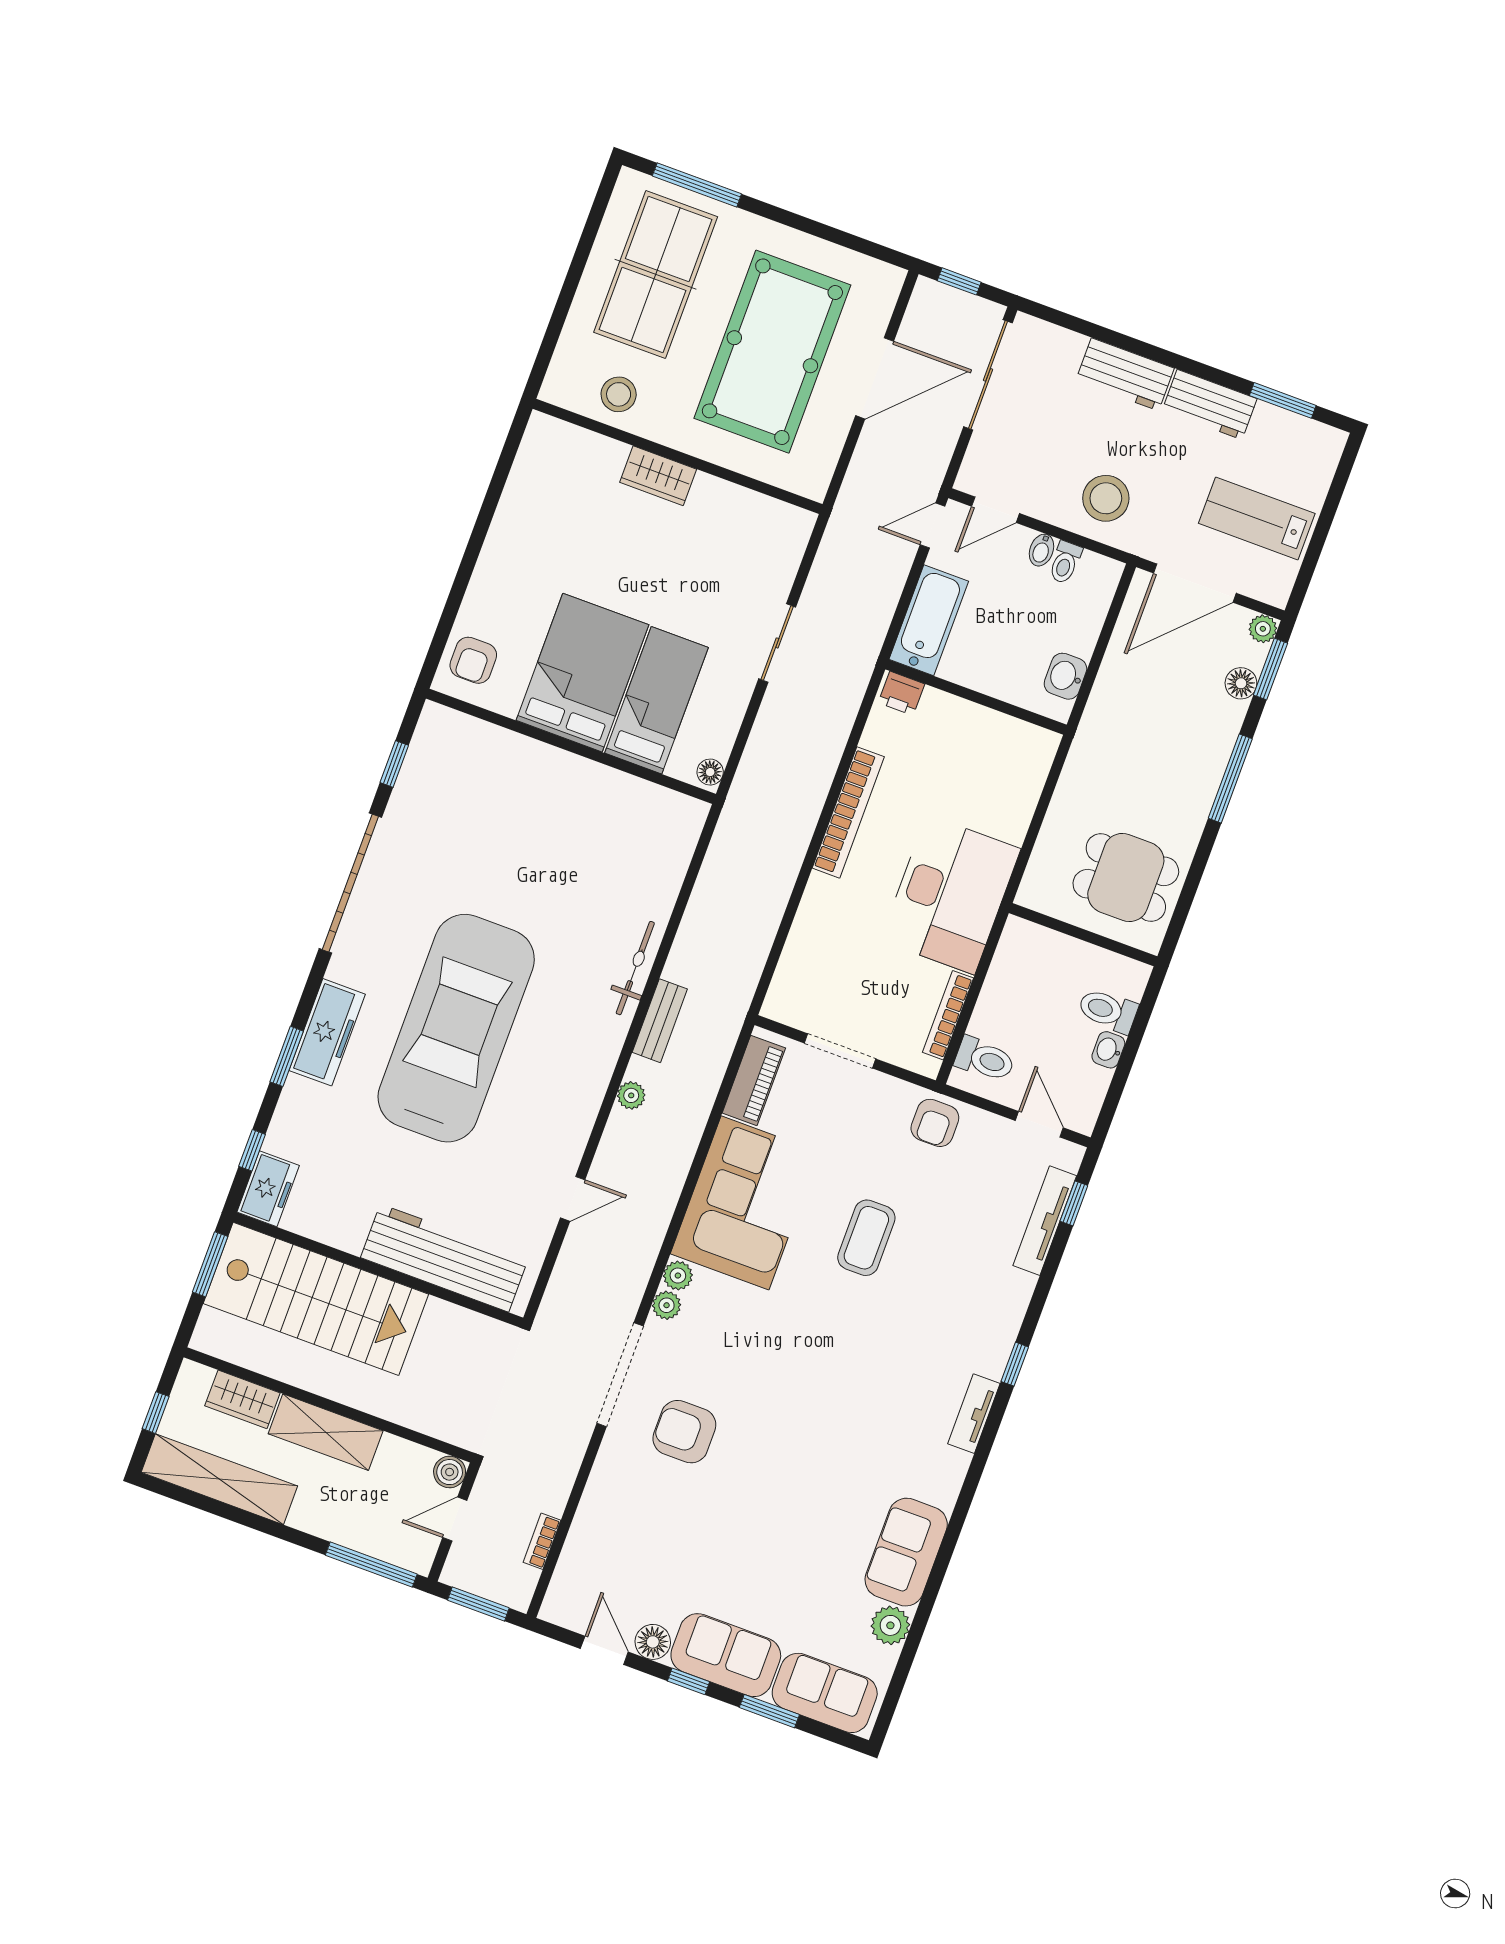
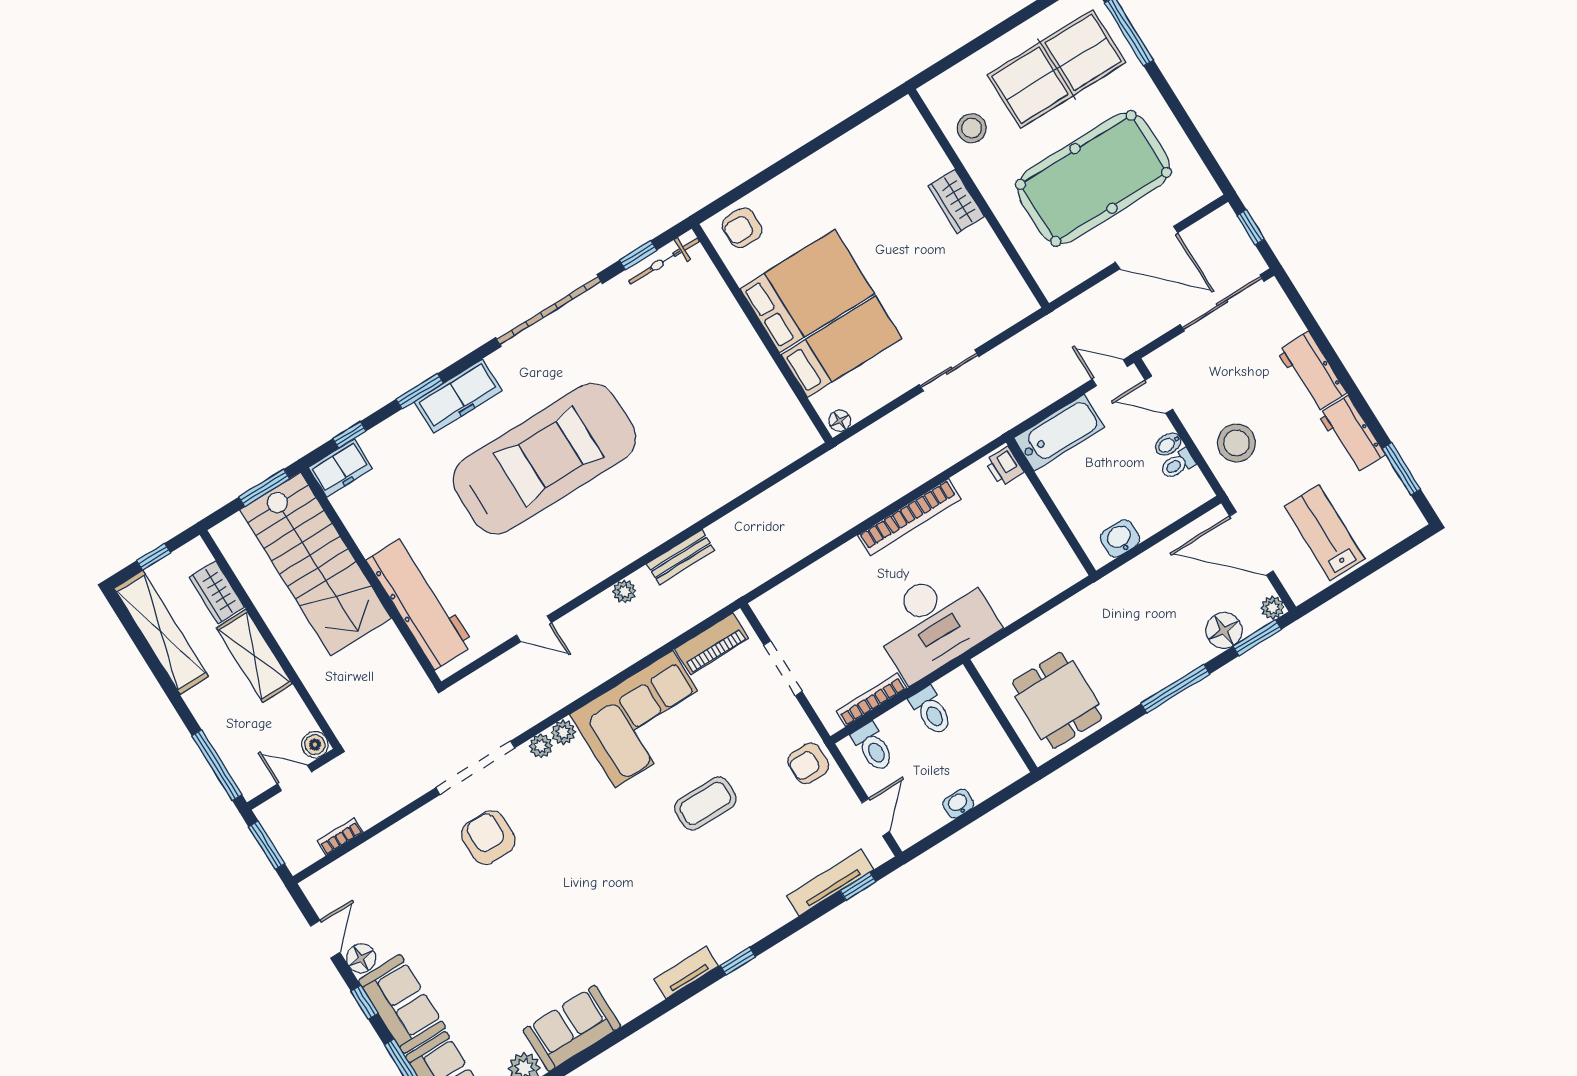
floor lamp: (1241, 683) -> (1224, 631), width x1.38, depth x1.38
bicycle: (635, 968) -> (664, 261), moved, turned 180
toilet: (1108, 1011) -> (931, 711), moved, turned 180

